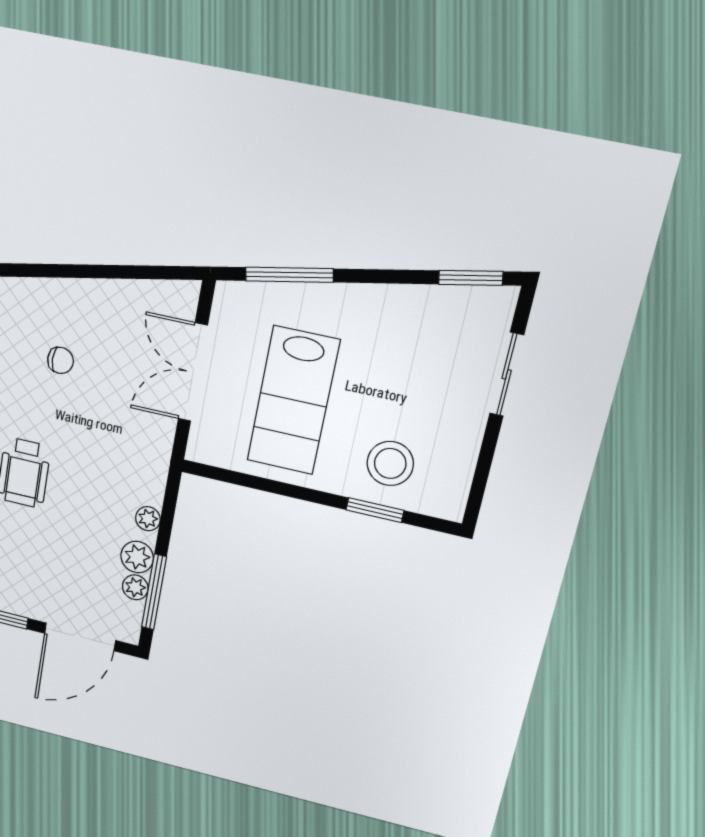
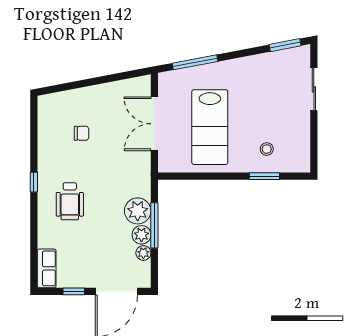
stool: (390, 463) -> (267, 149), width x0.53, depth x0.53
plant: (148, 519) -> (138, 211), width x1.88, depth x1.88
window: (154, 592) -> (154, 225), moved

